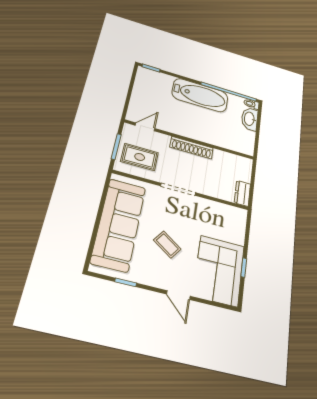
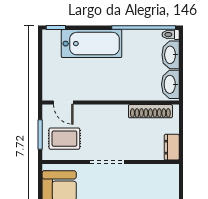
bathtub: (200, 95) -> (92, 44), moved
door: (145, 127) -> (63, 103), swing flipped
washbasin: (247, 141) -> (170, 84), added
shoe rack: (192, 148) -> (150, 111), moved

